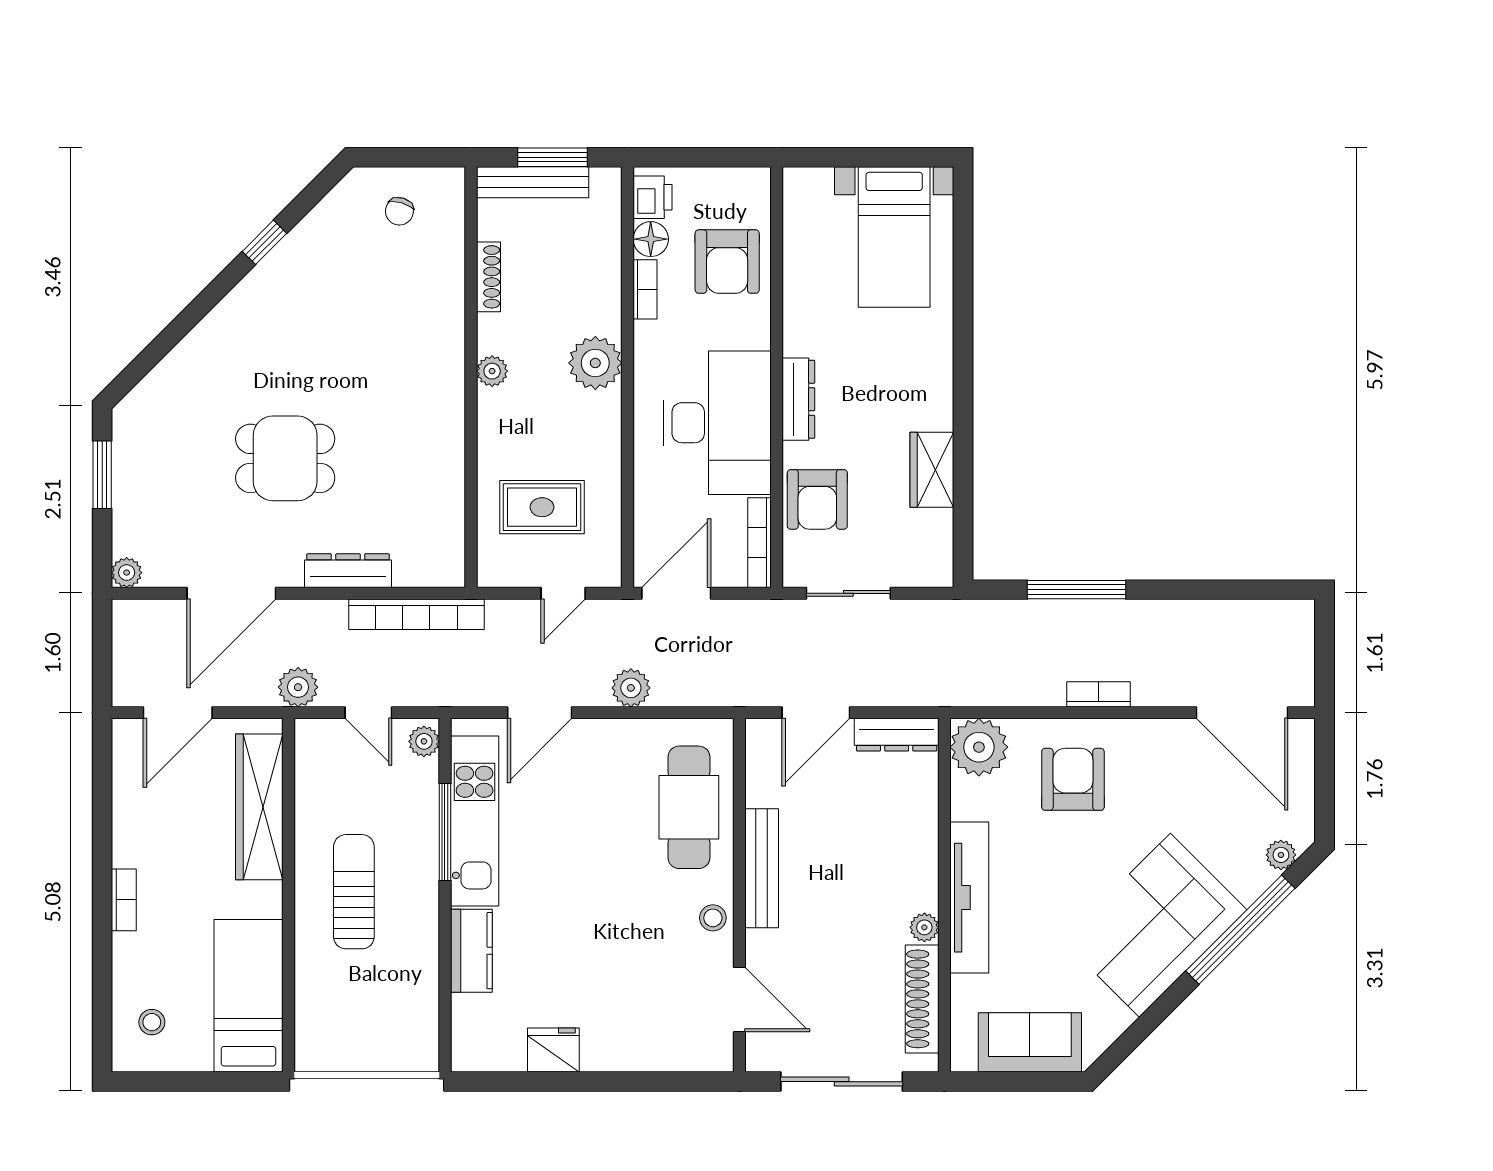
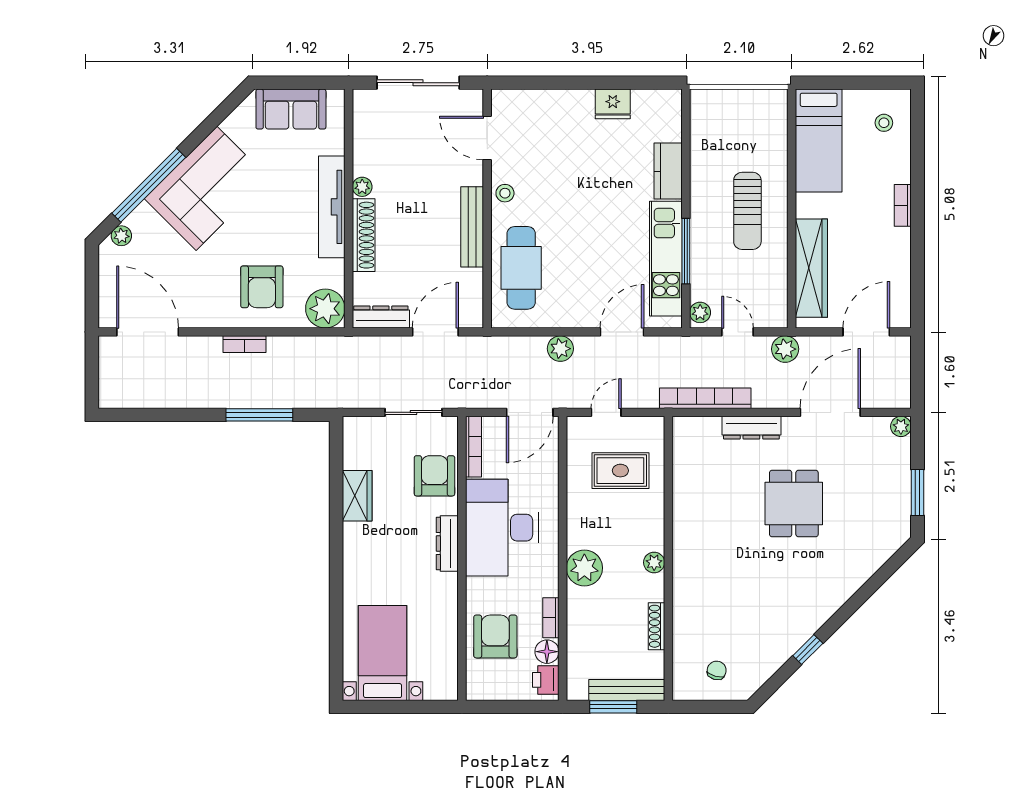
dining table: (285, 458) -> (794, 504), turned 90
shoe rack: (922, 999) -> (364, 235), moved

